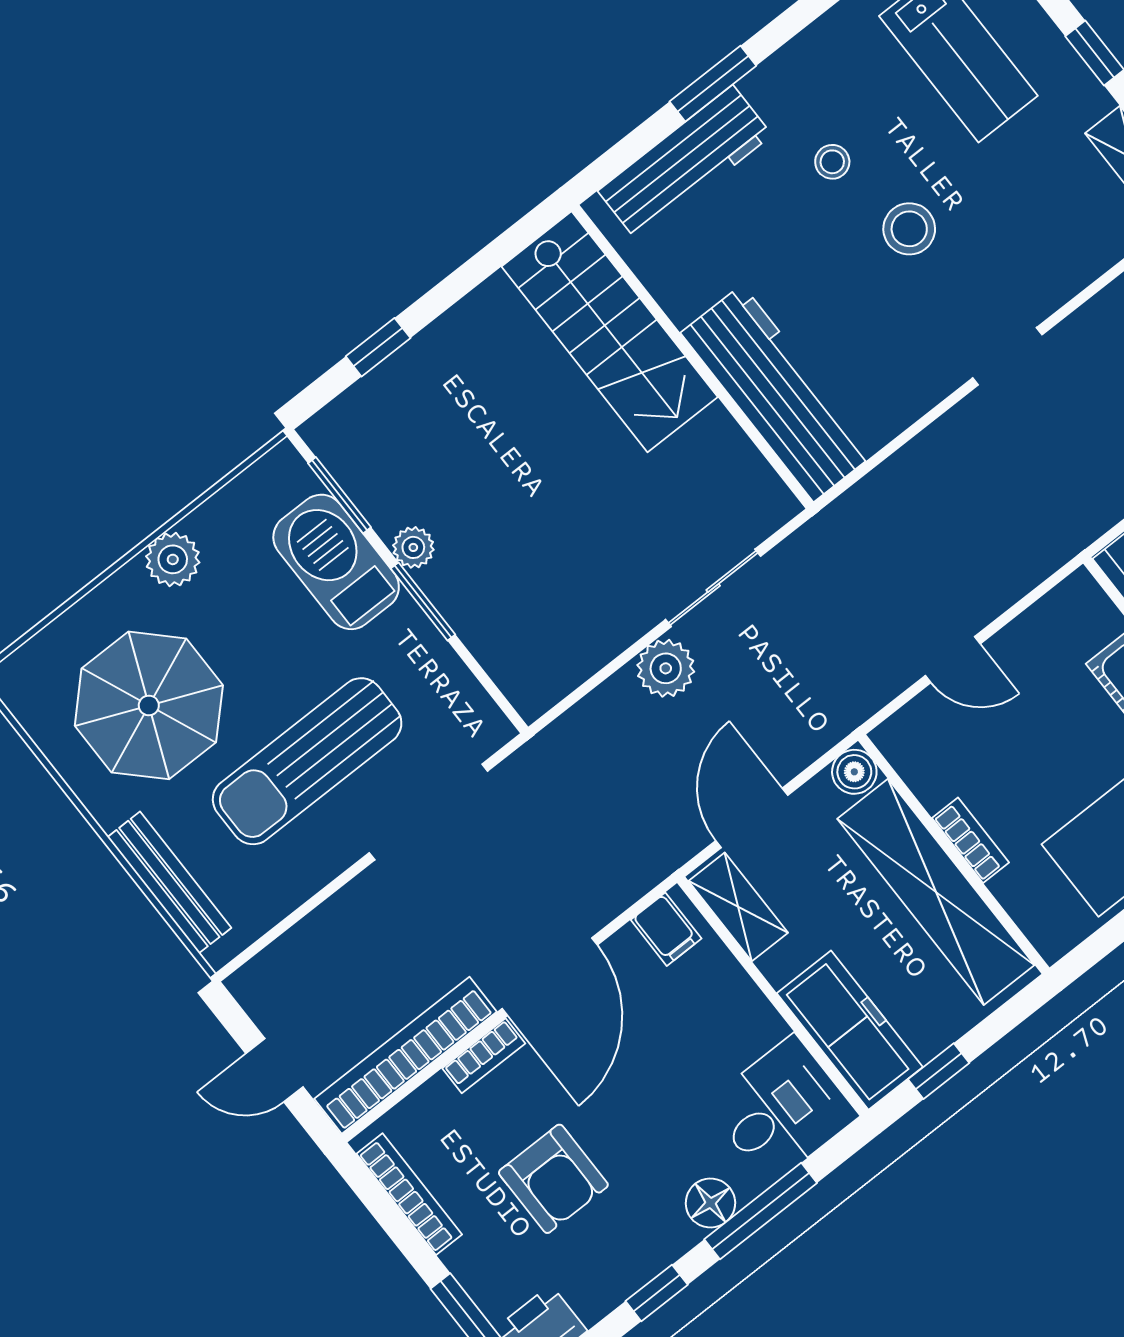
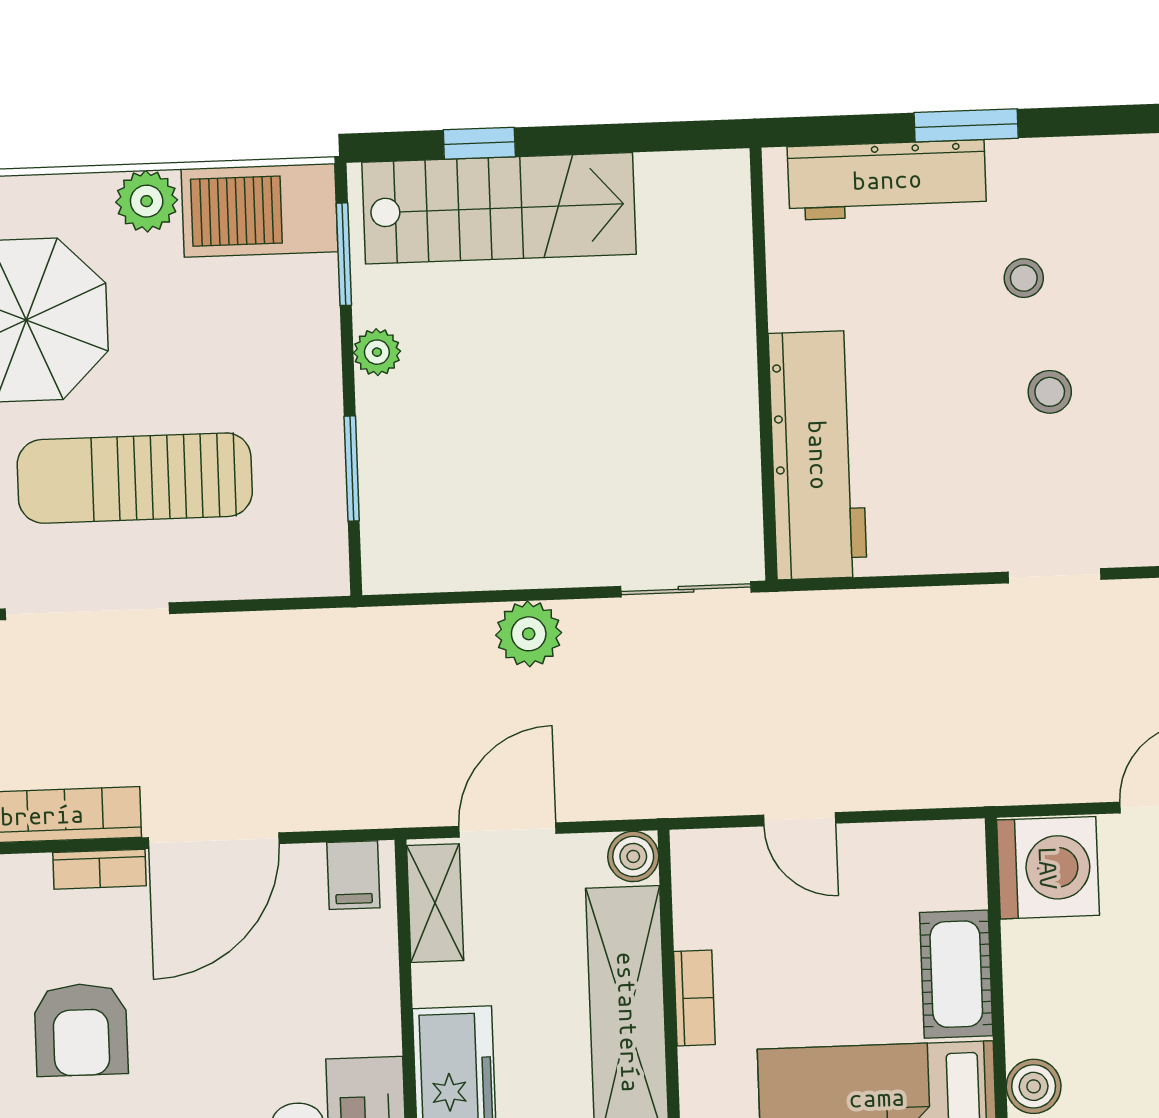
stool: (909, 229) -> (1050, 392), width x0.73, depth x0.73
stairs: (610, 332) -> (499, 208), moved, turned -90
barbecue: (336, 562) -> (260, 210), moved, turned -90
sliding door: (713, 588) -> (686, 589), moved
window: (423, 602) -> (352, 468), moved
doorway: (428, 812) -> (87, 611), moved

